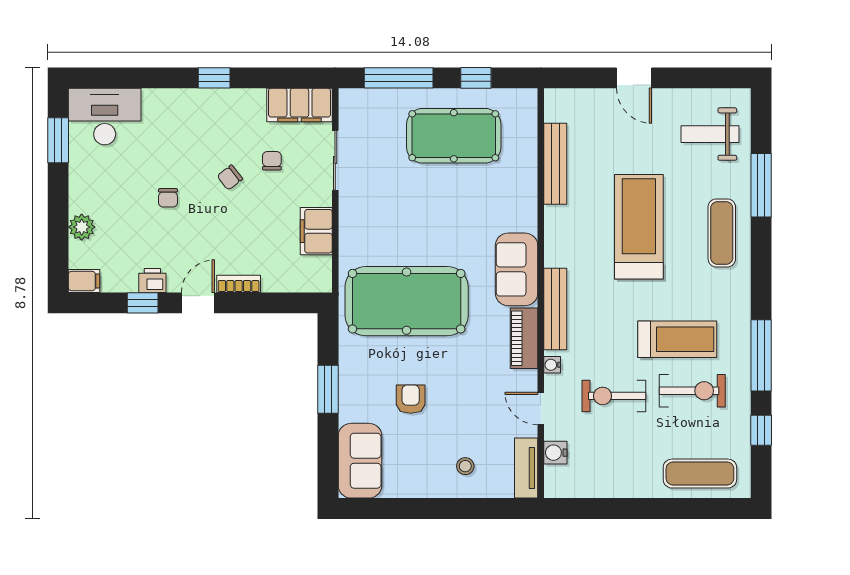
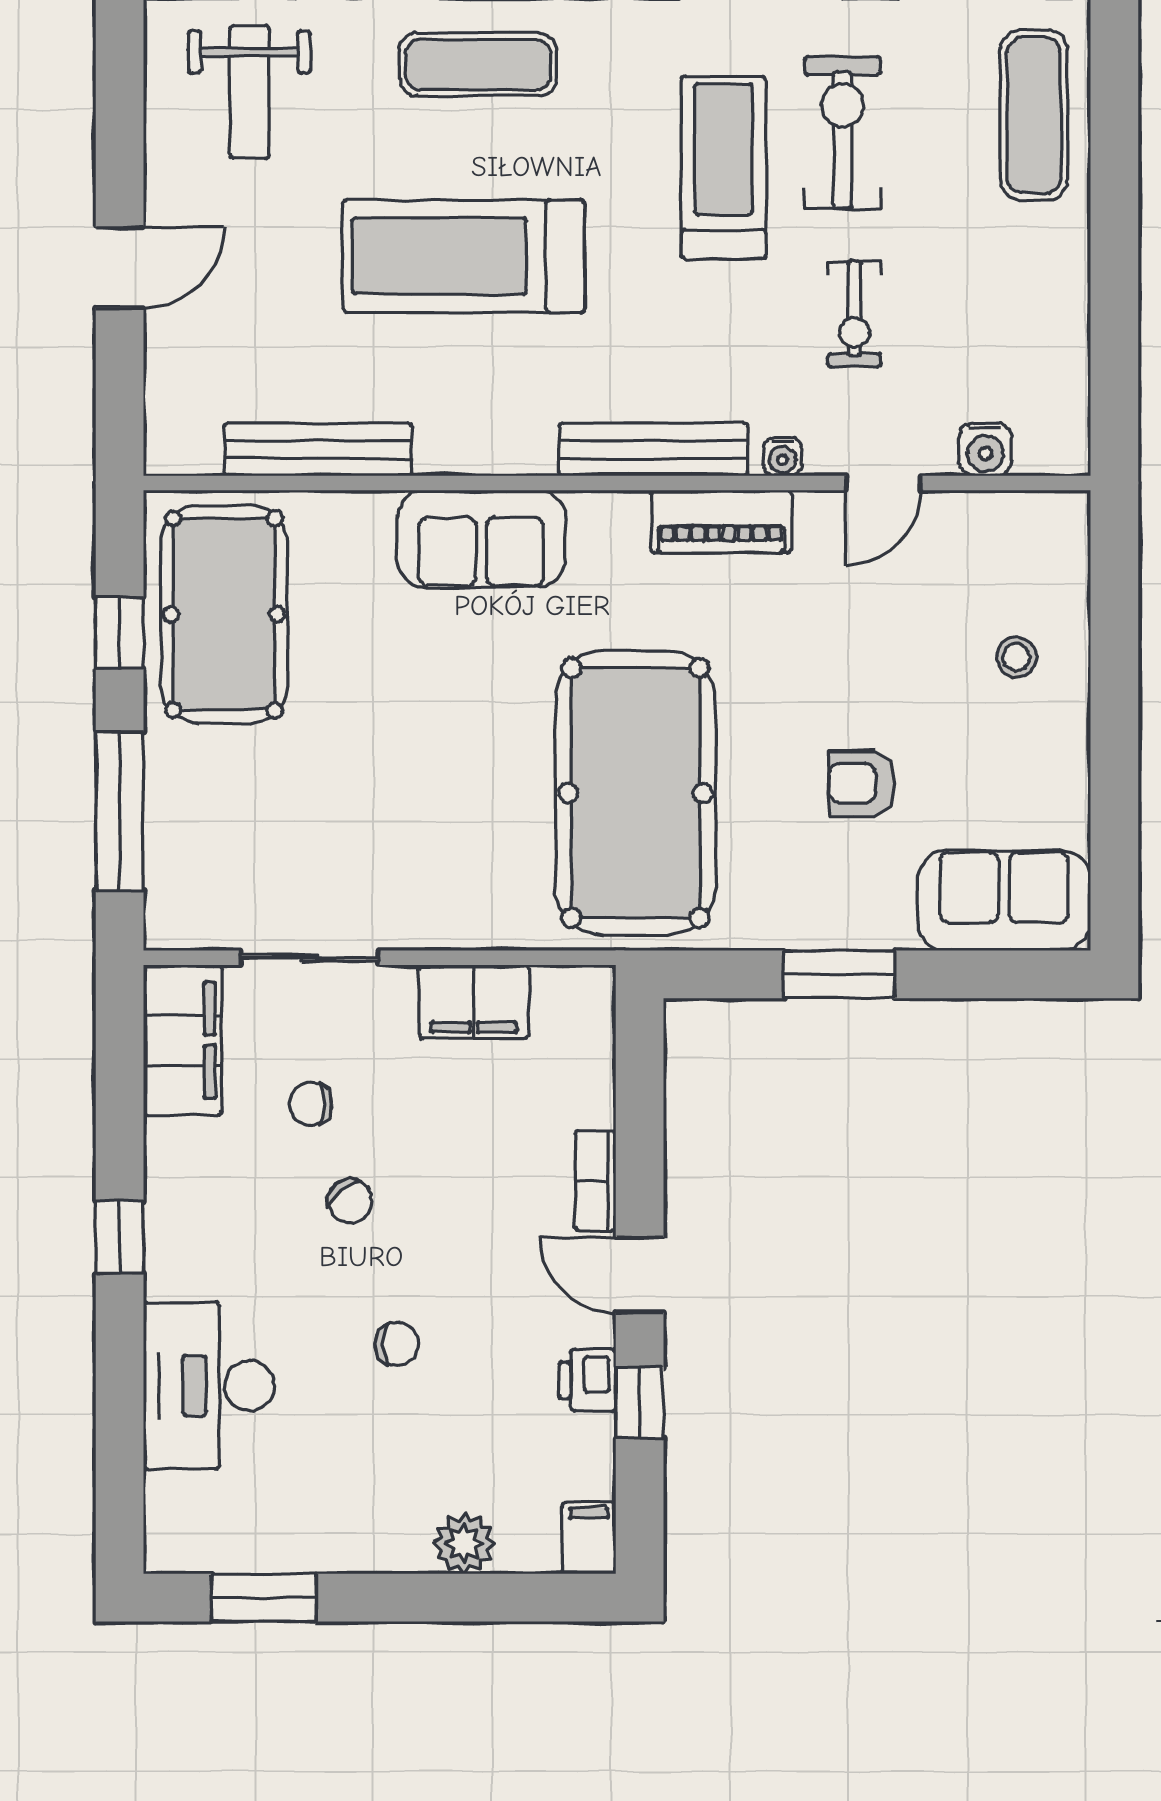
desk: (105, 117) -> (209, 1386), moved
pool table: (454, 136) -> (224, 614), moved
sofa: (517, 269) -> (481, 539), moved
exercise bike: (614, 396) -> (854, 314), width x0.73, depth x0.72
tv unit: (526, 468) -> (1021, 517), removed

